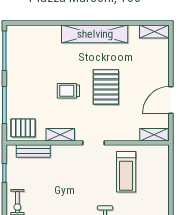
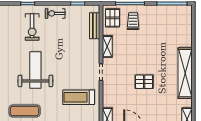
pallet: (106, 87) -> (144, 82), width x0.67, depth x0.71
trolley: (68, 91) -> (133, 21), moved

